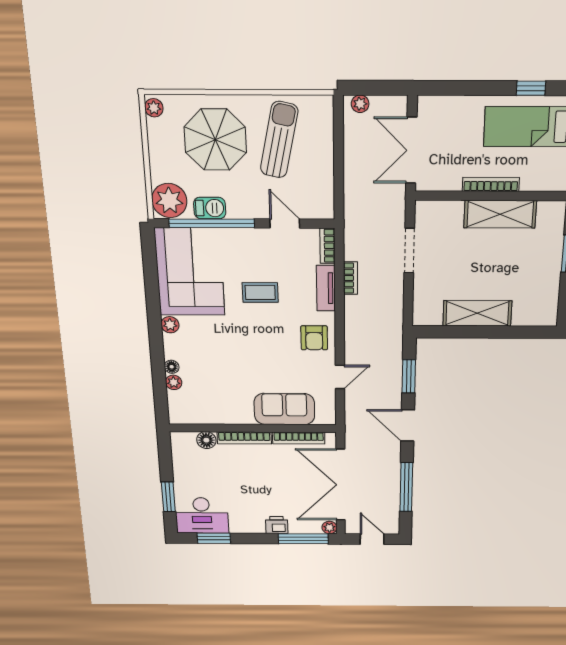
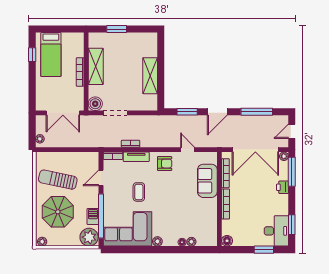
boiler: (428, 213) -> (95, 104), added
floor lamp: (206, 440) -> (227, 241), moved

